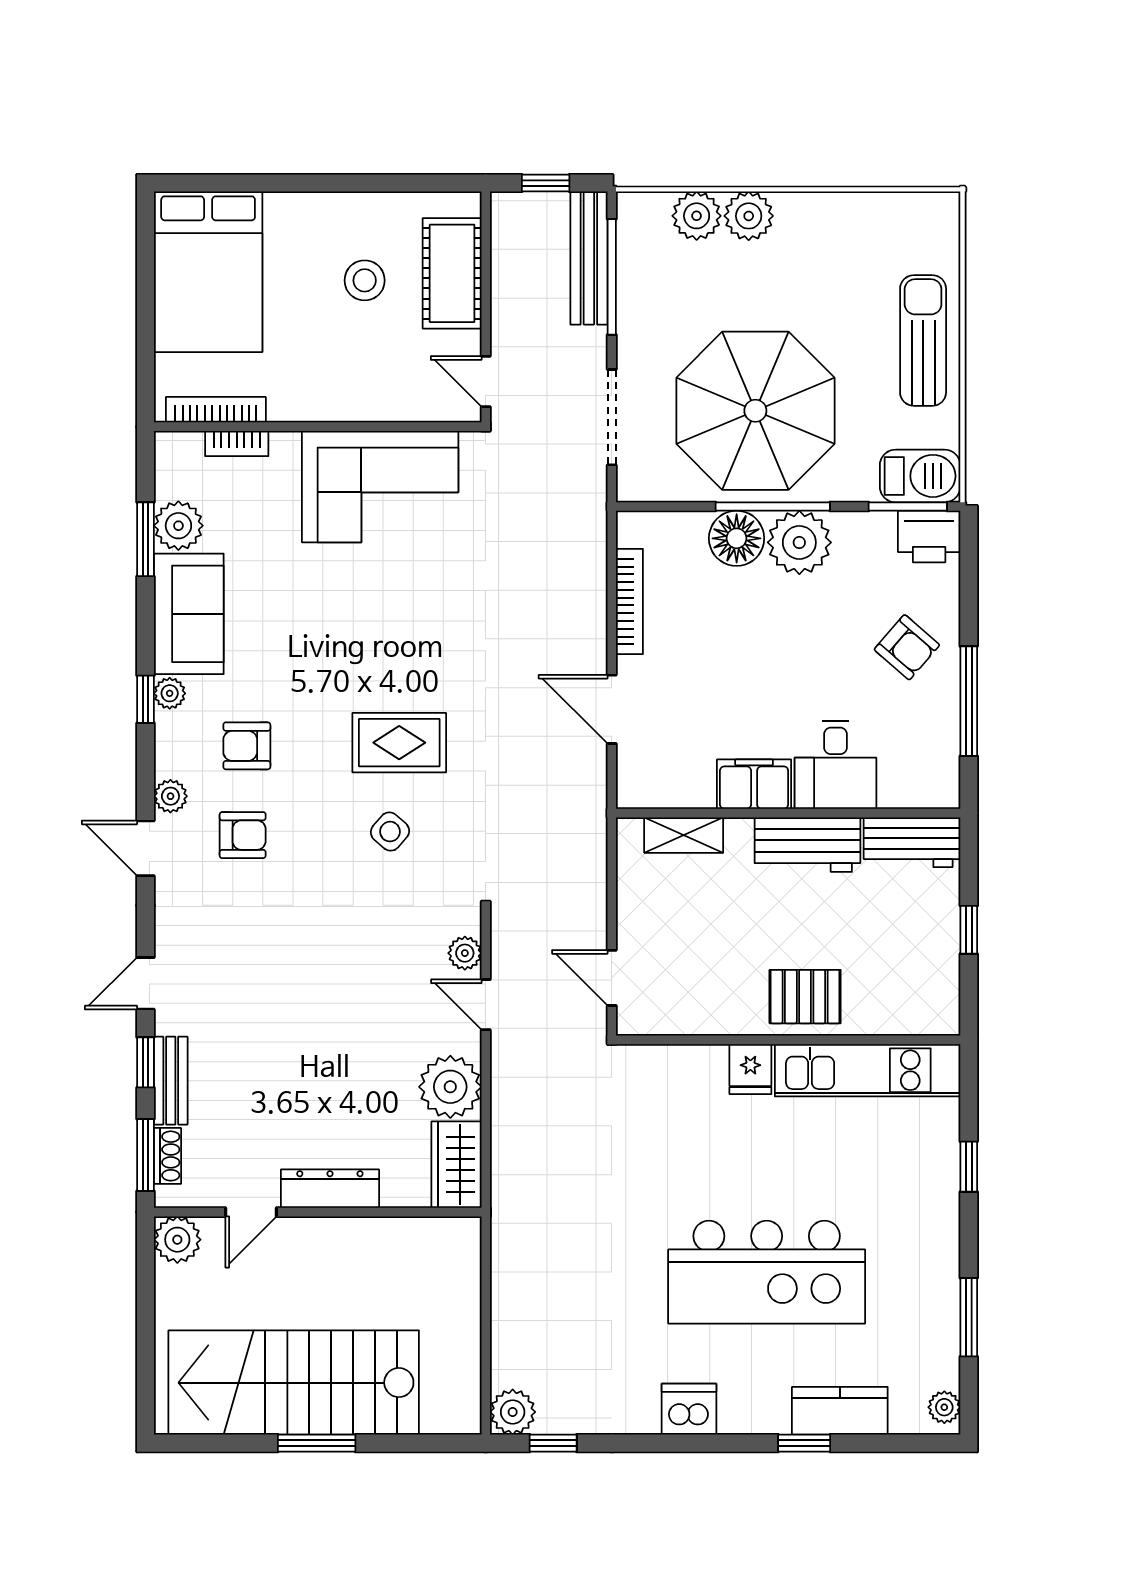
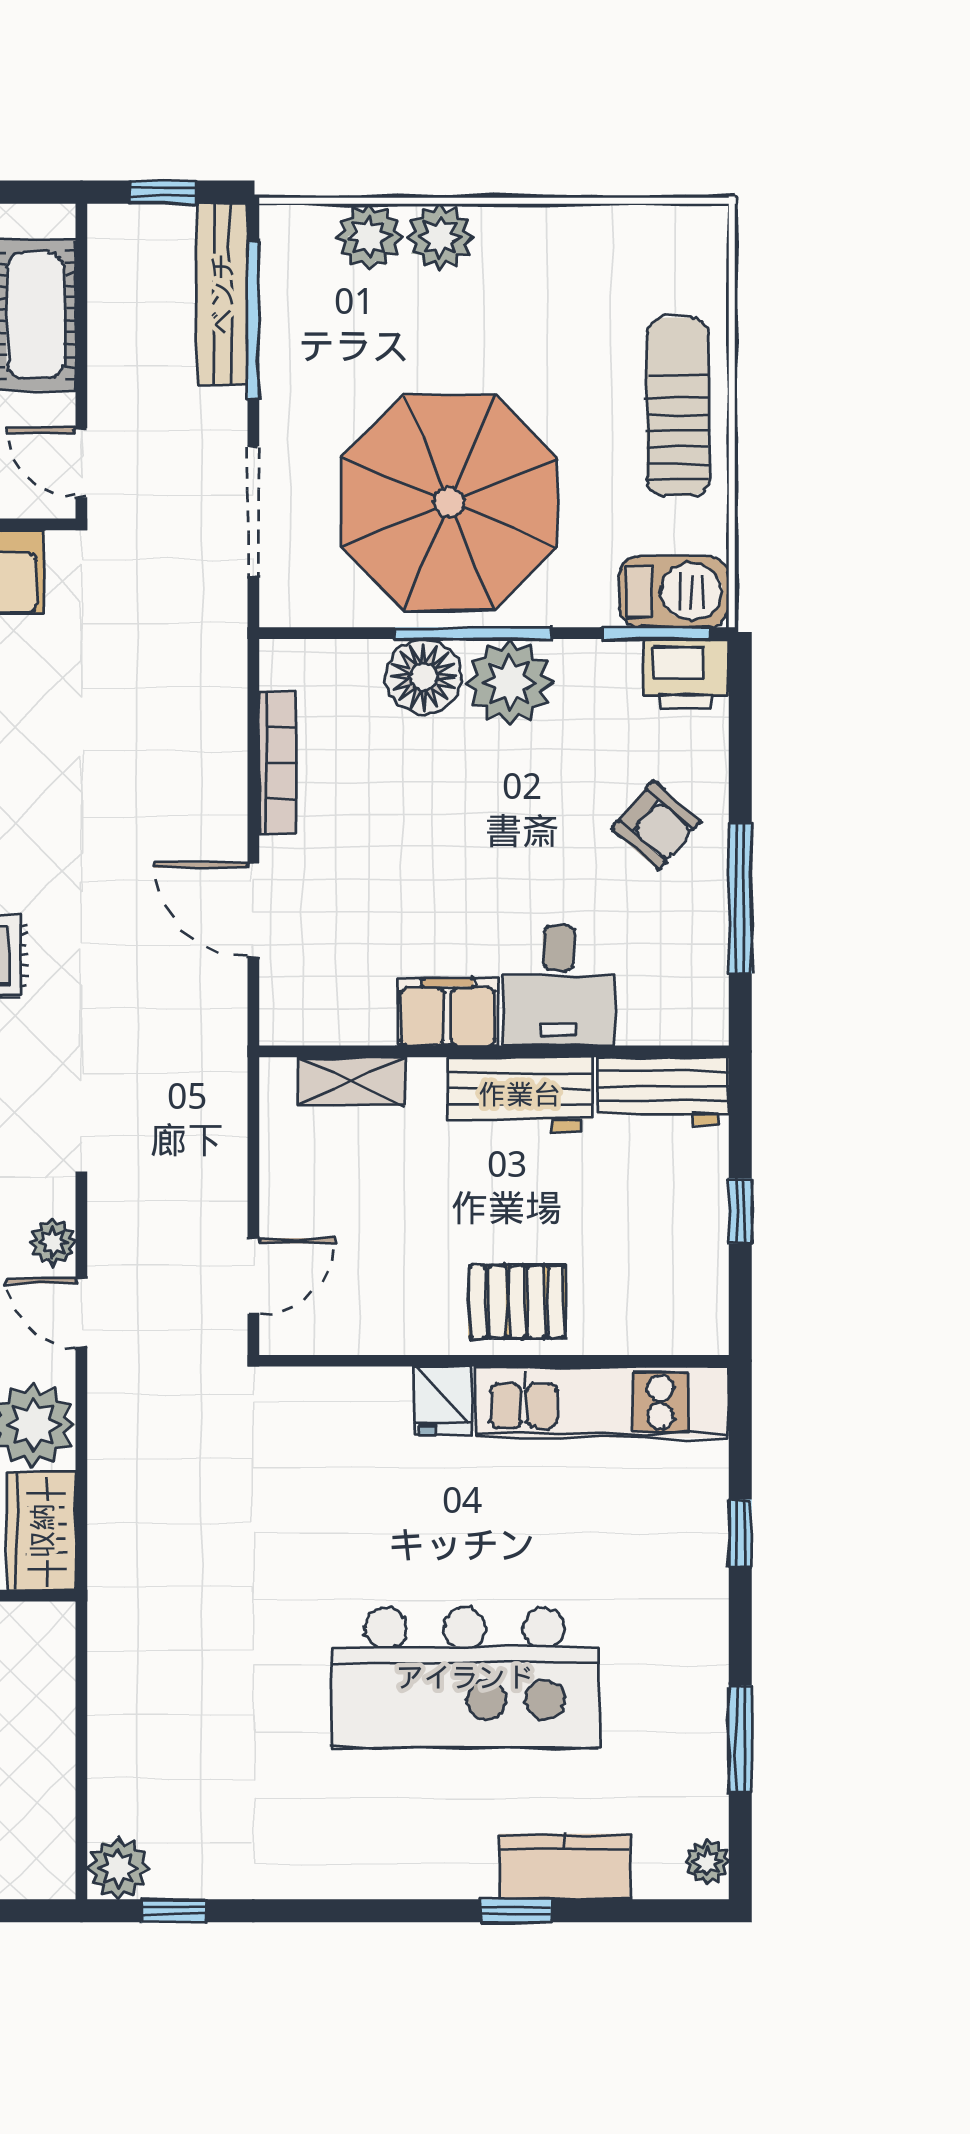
door: (612, 978) -> (253, 1276), swing flipped
dishwasher: (689, 1409) -> (359, 1864), removed

